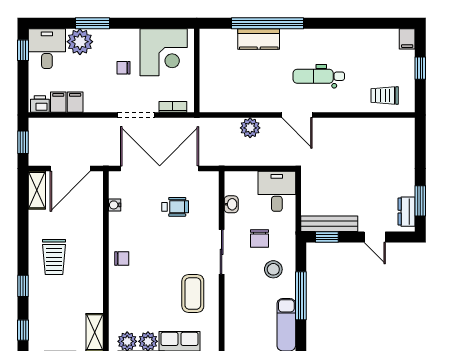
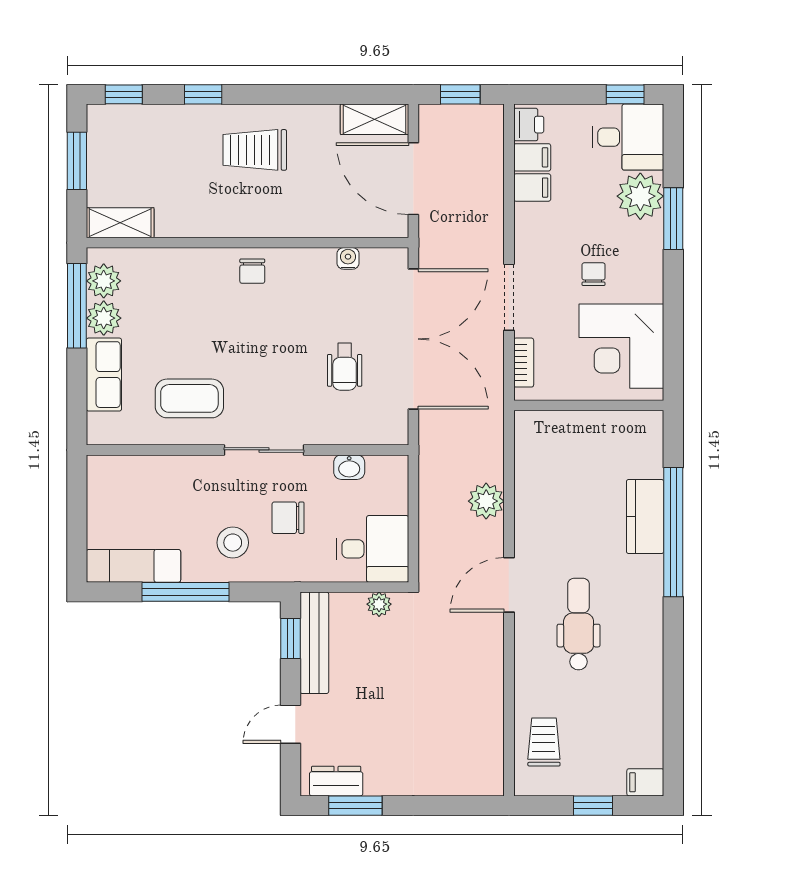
plant: (308, 188) -> (379, 604), added

